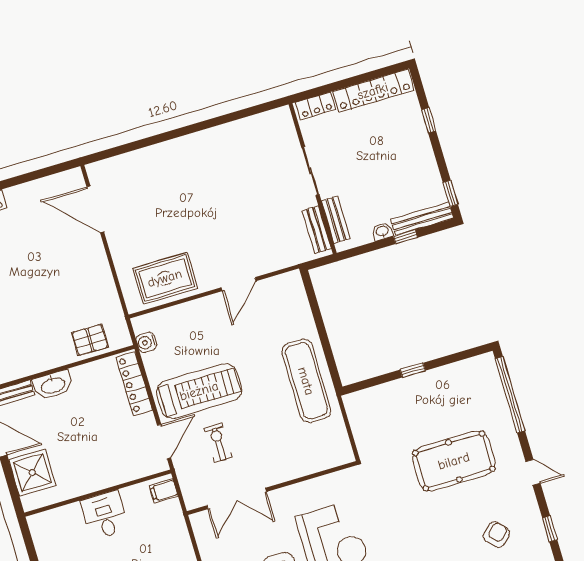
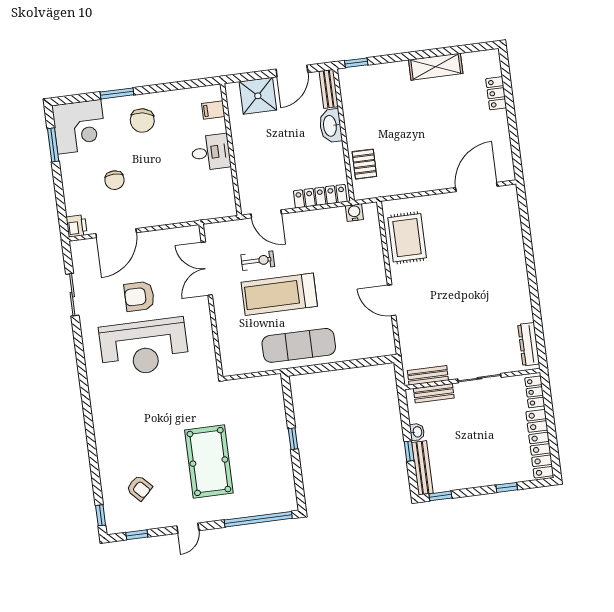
dresser: (263, 122) -> (529, 344), added
treadmill: (199, 391) -> (279, 294), moved, turned 90
filing cabinet: (164, 491) -> (213, 110), moved, turned -90

